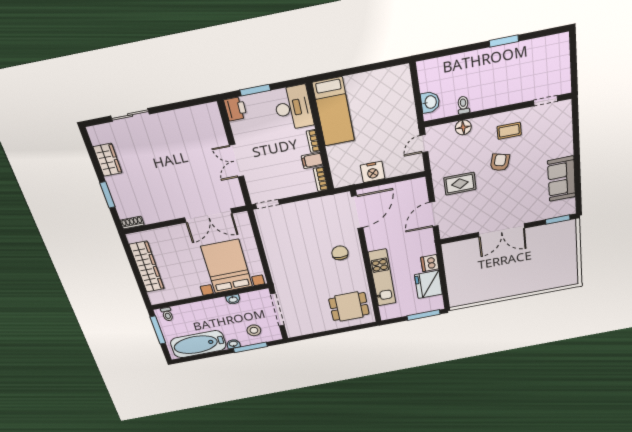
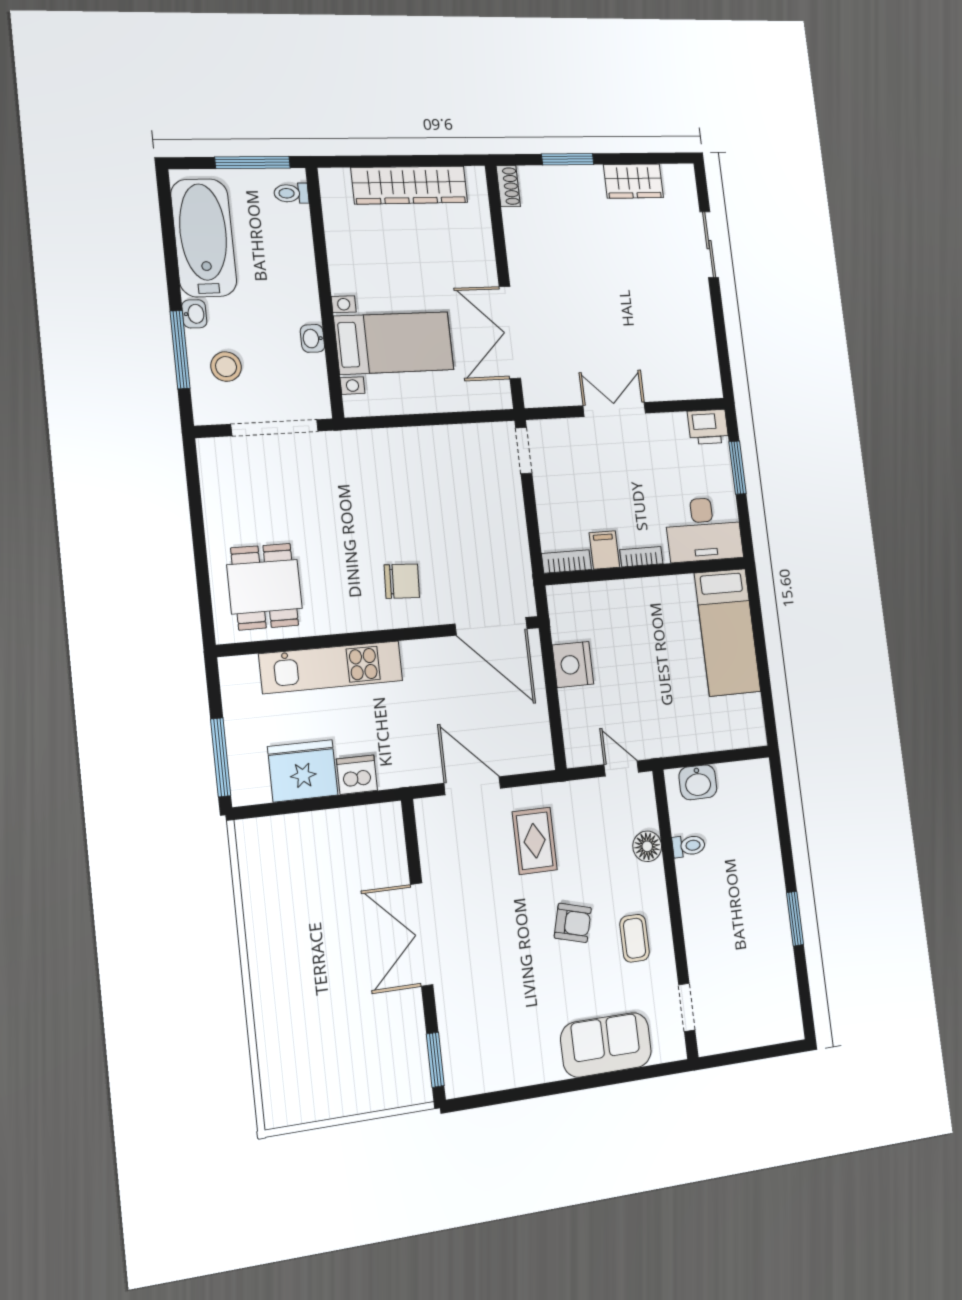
bed: (334, 112) -> (727, 632), moved, turned -90
sofa: (562, 179) -> (606, 1045), moved
bed with nightstands: (227, 266) -> (394, 343), width x0.73

